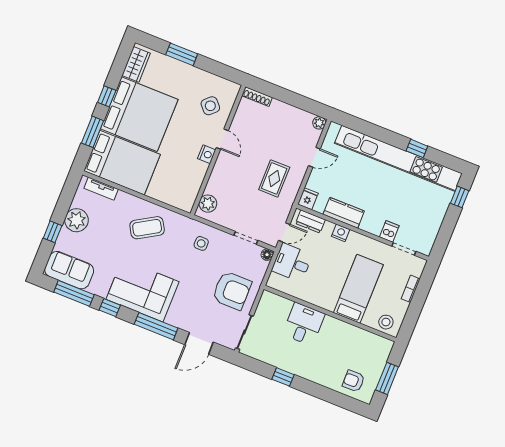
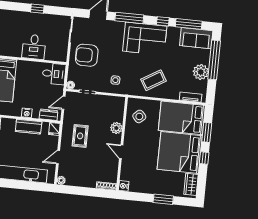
side table: (210, 106) -> (139, 116), moved
nightstand: (207, 154) -> (124, 186), moved
plant: (208, 204) -> (116, 128), moved
window: (53, 232) -> (214, 60), width x3.17
desk: (292, 263) -> (54, 74), moved

